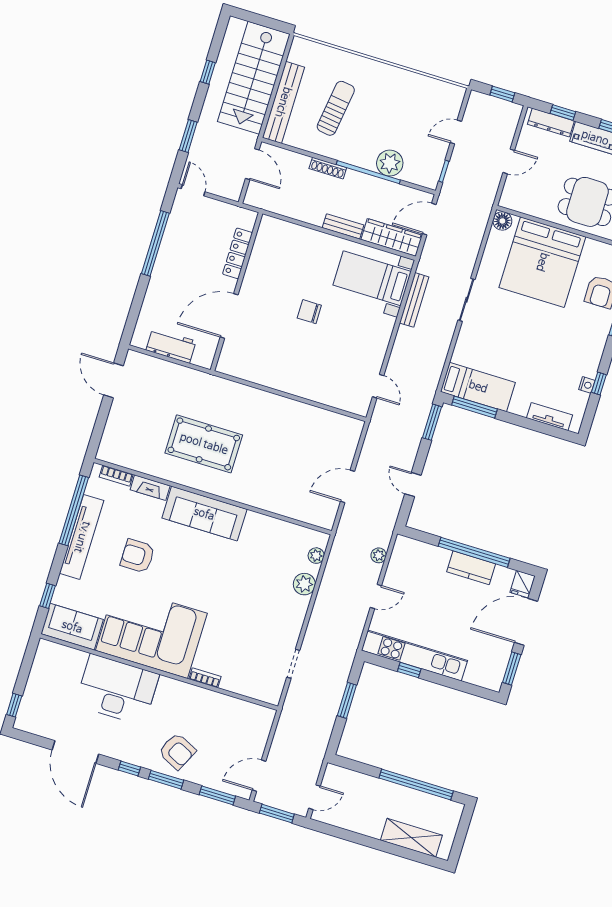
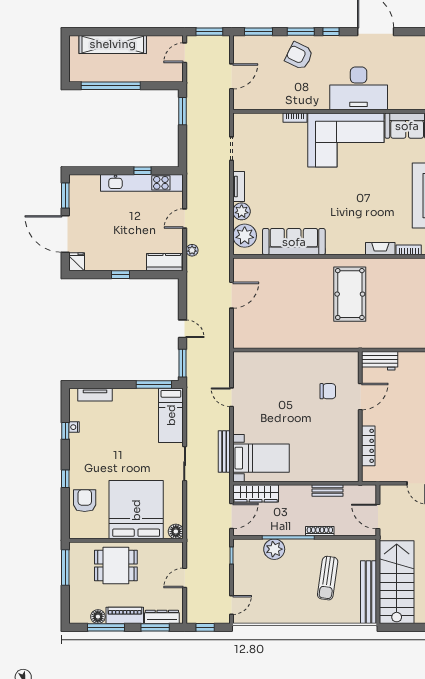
bench: (283, 102) -> (369, 592), moved
window: (563, 112) -> (155, 627), width x1.50
door: (456, 132) -> (231, 605), moved
bench: (343, 226) -> (328, 491), moved
chair: (309, 312) -> (328, 391), moved
door: (229, 316) -> (360, 397), width x0.73
workbench: (171, 346) -> (380, 361), moved
door: (378, 386) -> (231, 397), moved
bed: (478, 387) -> (171, 415), moved, turned -90
pool table: (204, 444) -> (350, 294), turned 90
door: (413, 485) -> (182, 329), moved
sofa: (204, 514) -> (294, 242), moved
window: (474, 552) -> (121, 275), width x0.32
armchair: (138, 556) -> (374, 194), removed
plant: (316, 556) -> (245, 236), width x1.87, depth x1.87
kitchen counter: (471, 568) -> (164, 262), moved
tv unit: (299, 615) -> (239, 187), added
door: (526, 622) -> (65, 234), swing flipped
window: (347, 700) -> (182, 111), moved
door: (259, 776) -> (231, 76), moved
shelving: (411, 838) -> (113, 44), width x1.47

